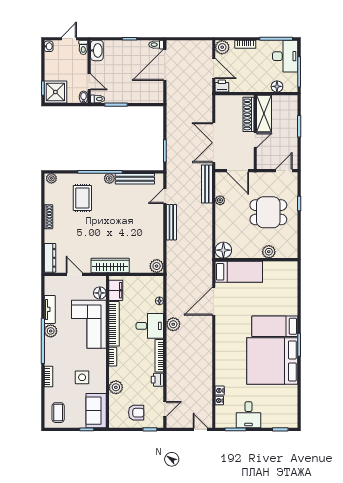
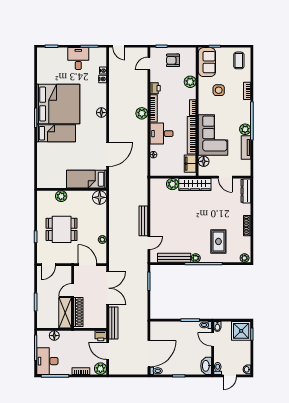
bench: (207, 184) -> (113, 323), moved
plant: (157, 266) -> (172, 184), moved
plant: (173, 324) -> (142, 113), moved
floor lamp: (221, 351) -> (101, 113), added

